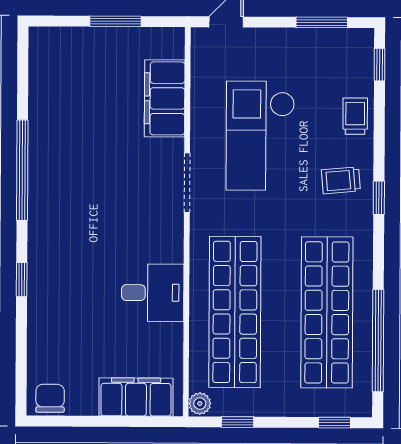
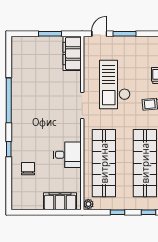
window: (322, 22) -> (125, 34), moved
filing cabinet: (165, 98) -> (72, 53), moved
chair: (50, 398) -> (28, 169), moved
window: (238, 422) -> (117, 212), moved

